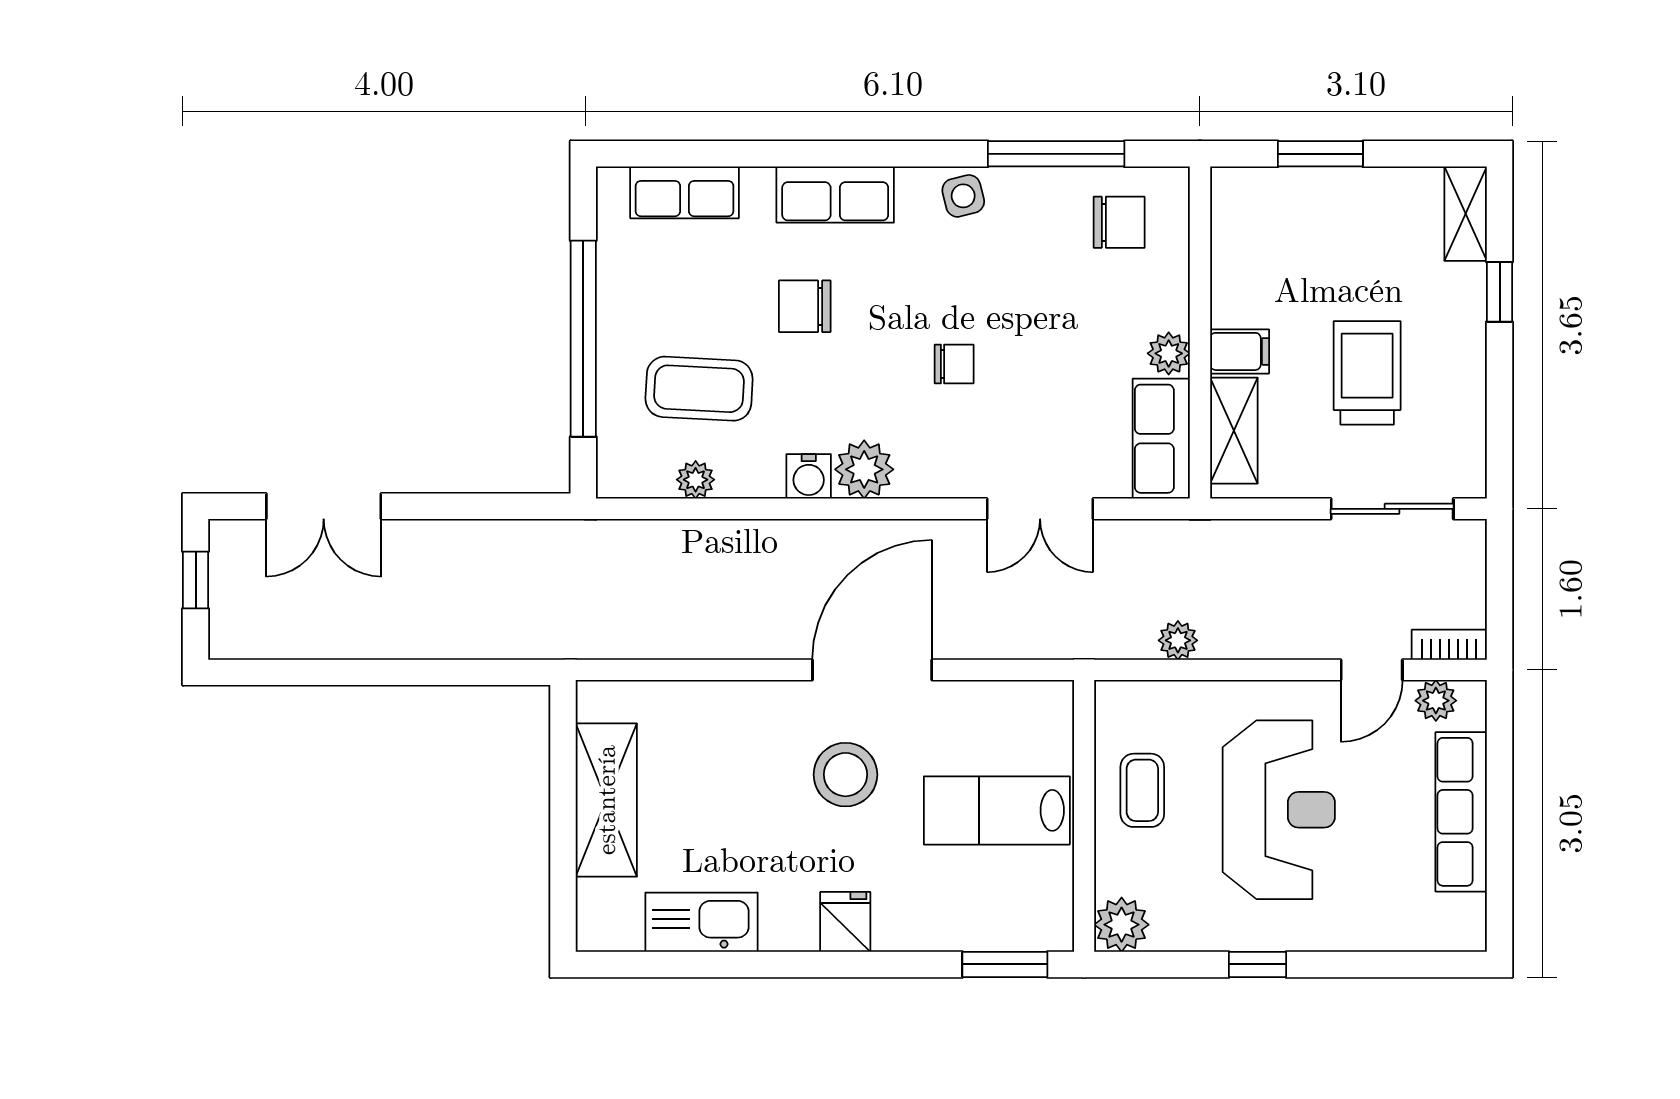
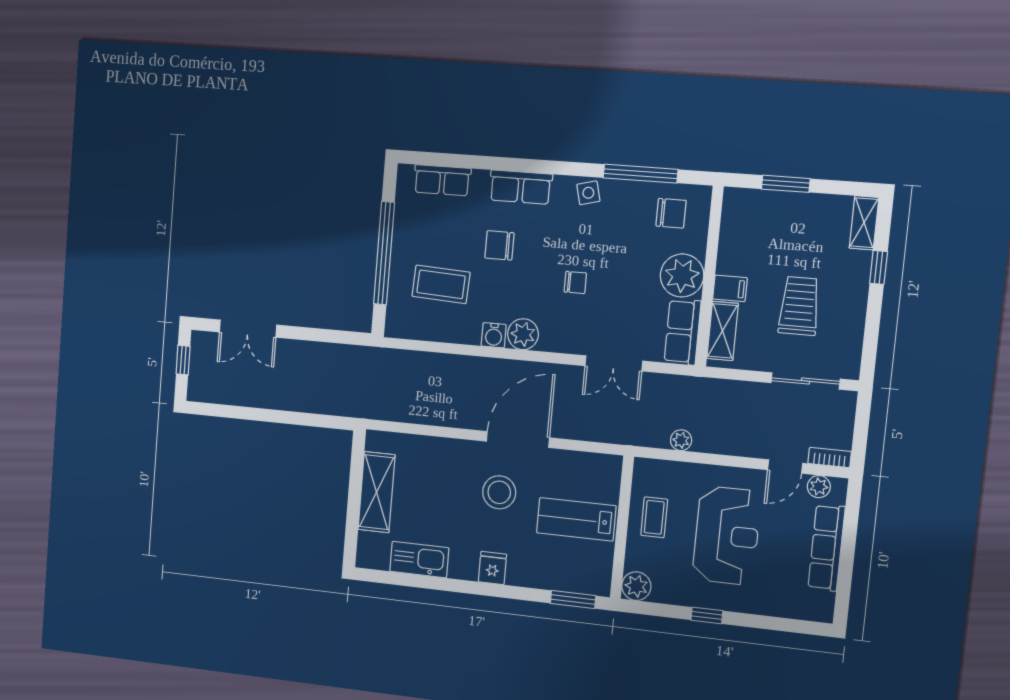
plant: (1169, 353) -> (682, 275), width x1.88, depth x1.88
plant: (696, 480) -> (435, 332), removed

